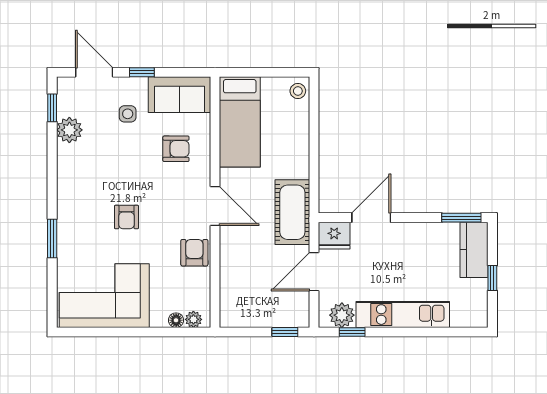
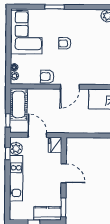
armchair: (176, 149) -> (98, 68), removed
cot: (292, 212) -> (19, 104), moved, turned 90
door: (371, 218) -> (64, 173), moved
armchair: (194, 253) -> (47, 77), turned 180

